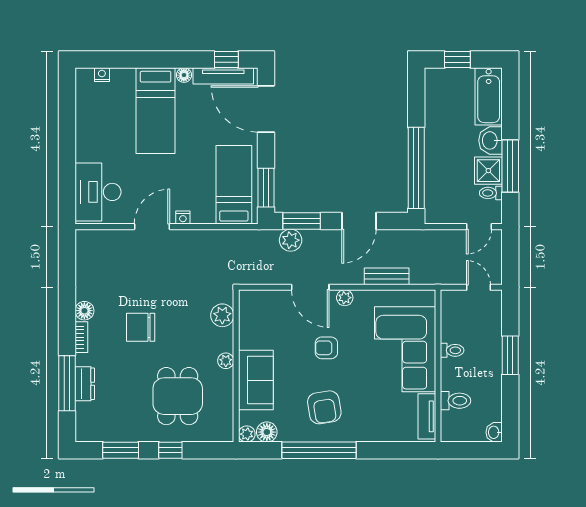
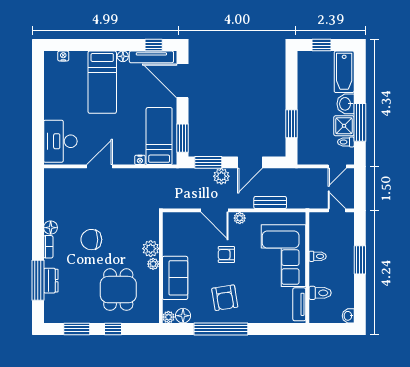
window: (416, 168) -> (292, 124), width x0.47
nightstand: (183, 218) -> (140, 160), moved
plant: (291, 240) -> (221, 176), moved
plant: (222, 315) -> (151, 249), moved

